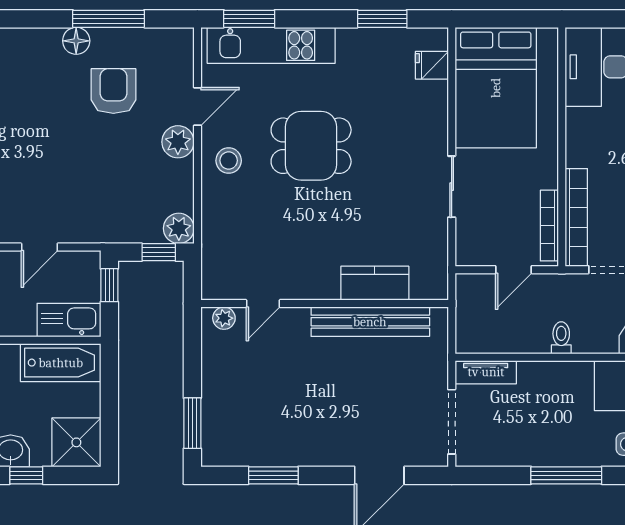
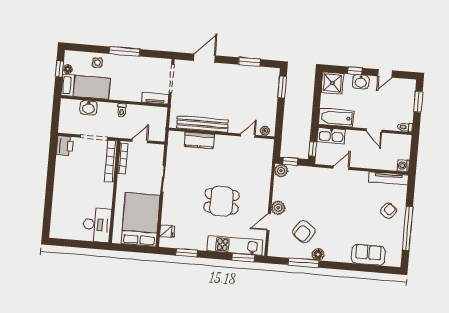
armchair: (113, 91) -> (304, 232), turned 36
stool: (229, 161) -> (257, 198), removed

